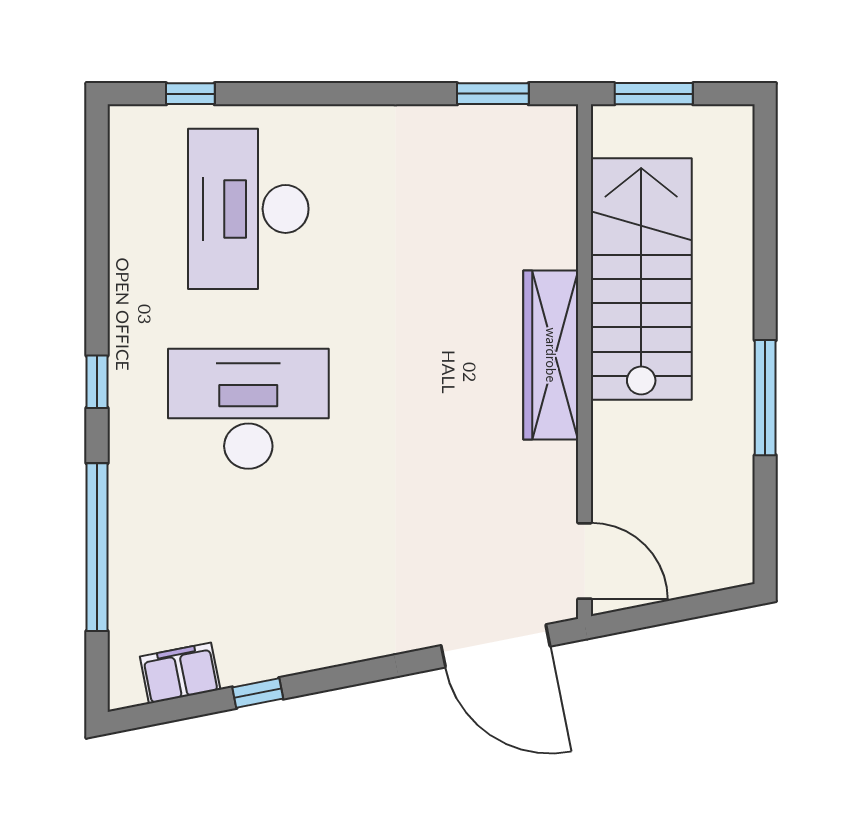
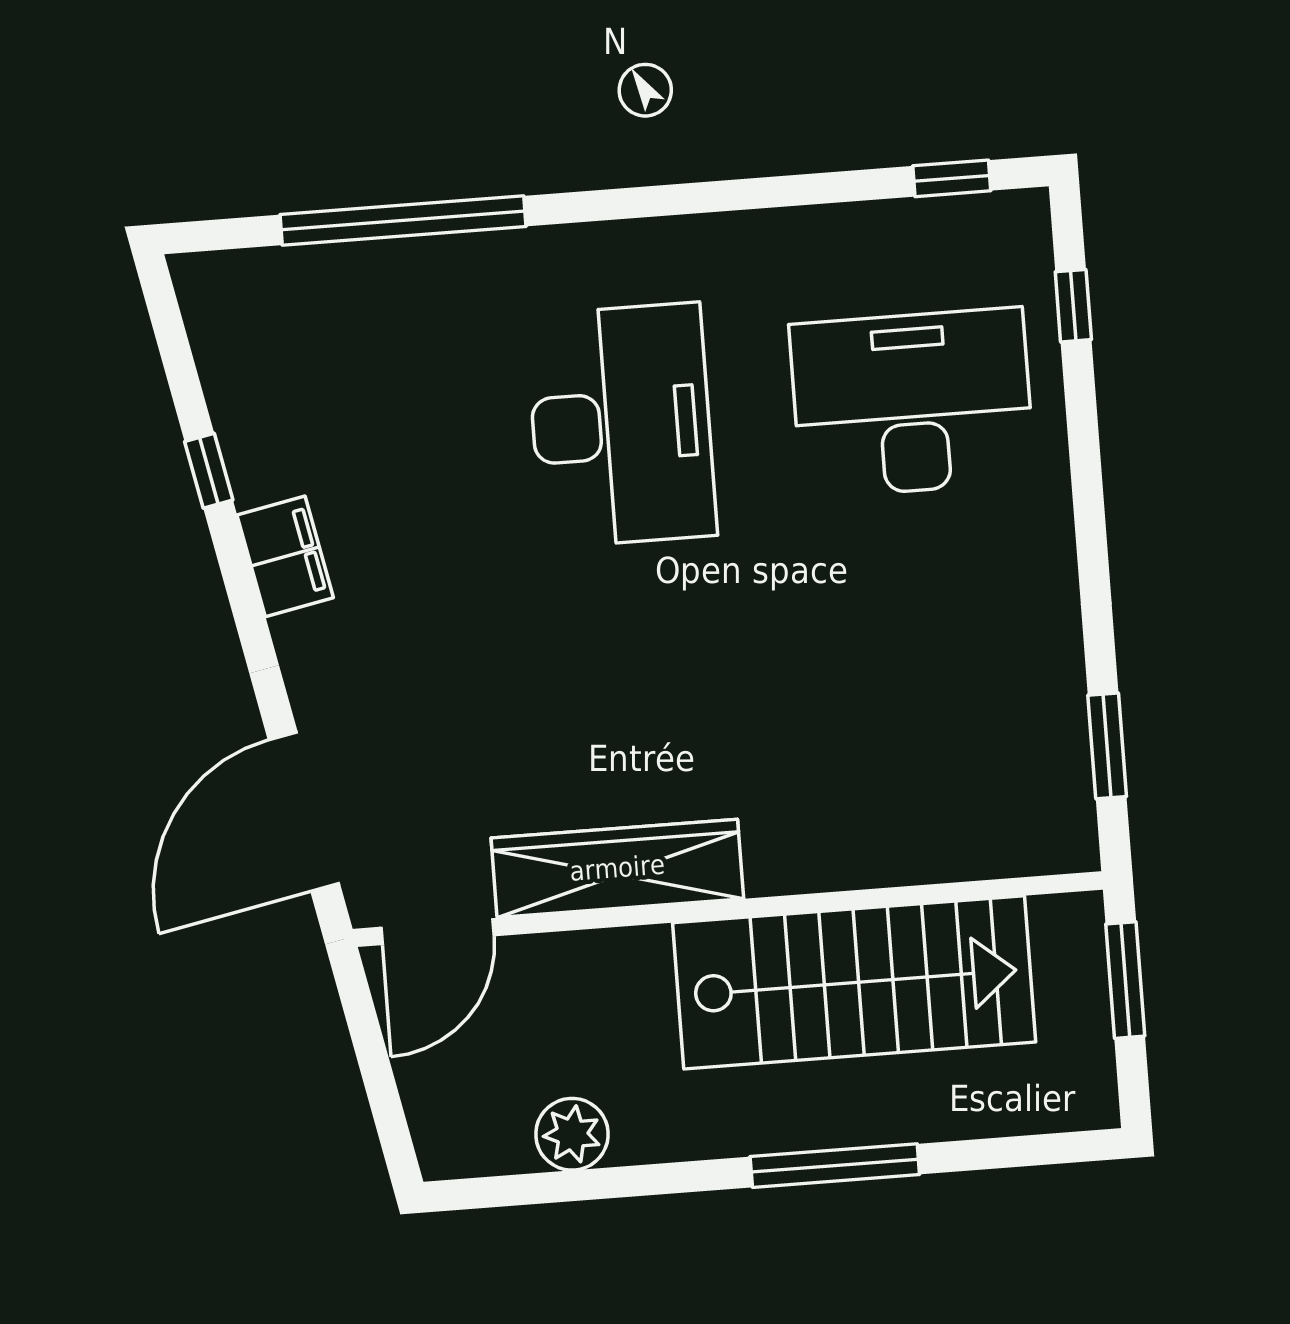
wardrobe: (551, 355) -> (617, 868), moved
window: (97, 382) -> (952, 178), moved
window: (765, 398) -> (835, 1166), moved
plant: (730, 480) -> (572, 1134), added
filing cabinet: (180, 673) -> (285, 556), moved

